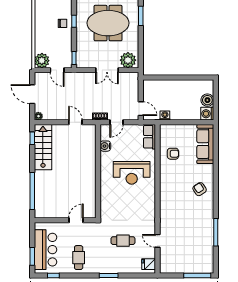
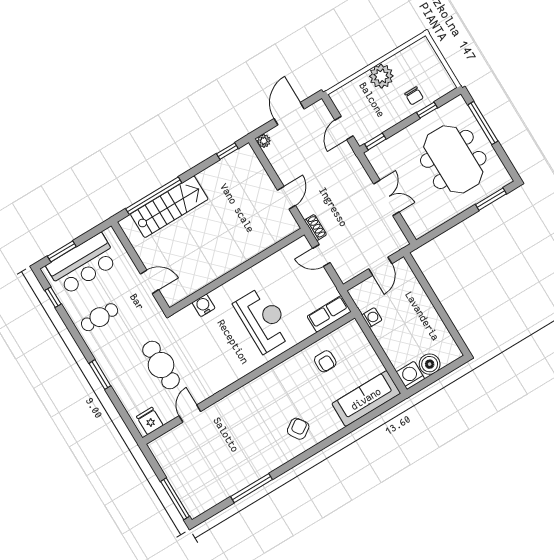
plant: (128, 60) -> (418, 219), removed
plant: (42, 61) -> (381, 76), moved
double door: (107, 70) -> (386, 198), swing flipped
door: (141, 109) -> (380, 266), moved
water cooler: (105, 146) -> (204, 305), moved
stairs: (43, 147) -> (169, 207), moved
reception desk: (132, 173) -> (263, 320), turned 180
cafe table: (123, 241) -> (161, 365), width x1.37, depth x1.35

